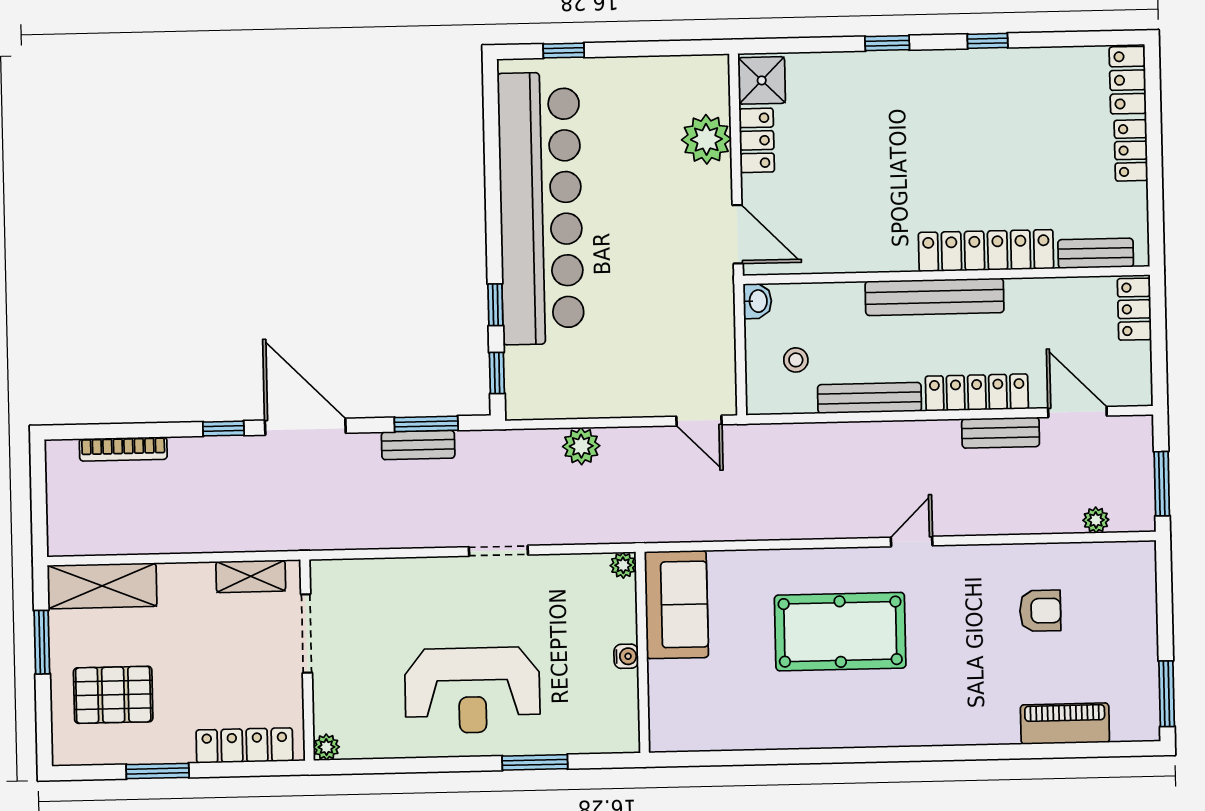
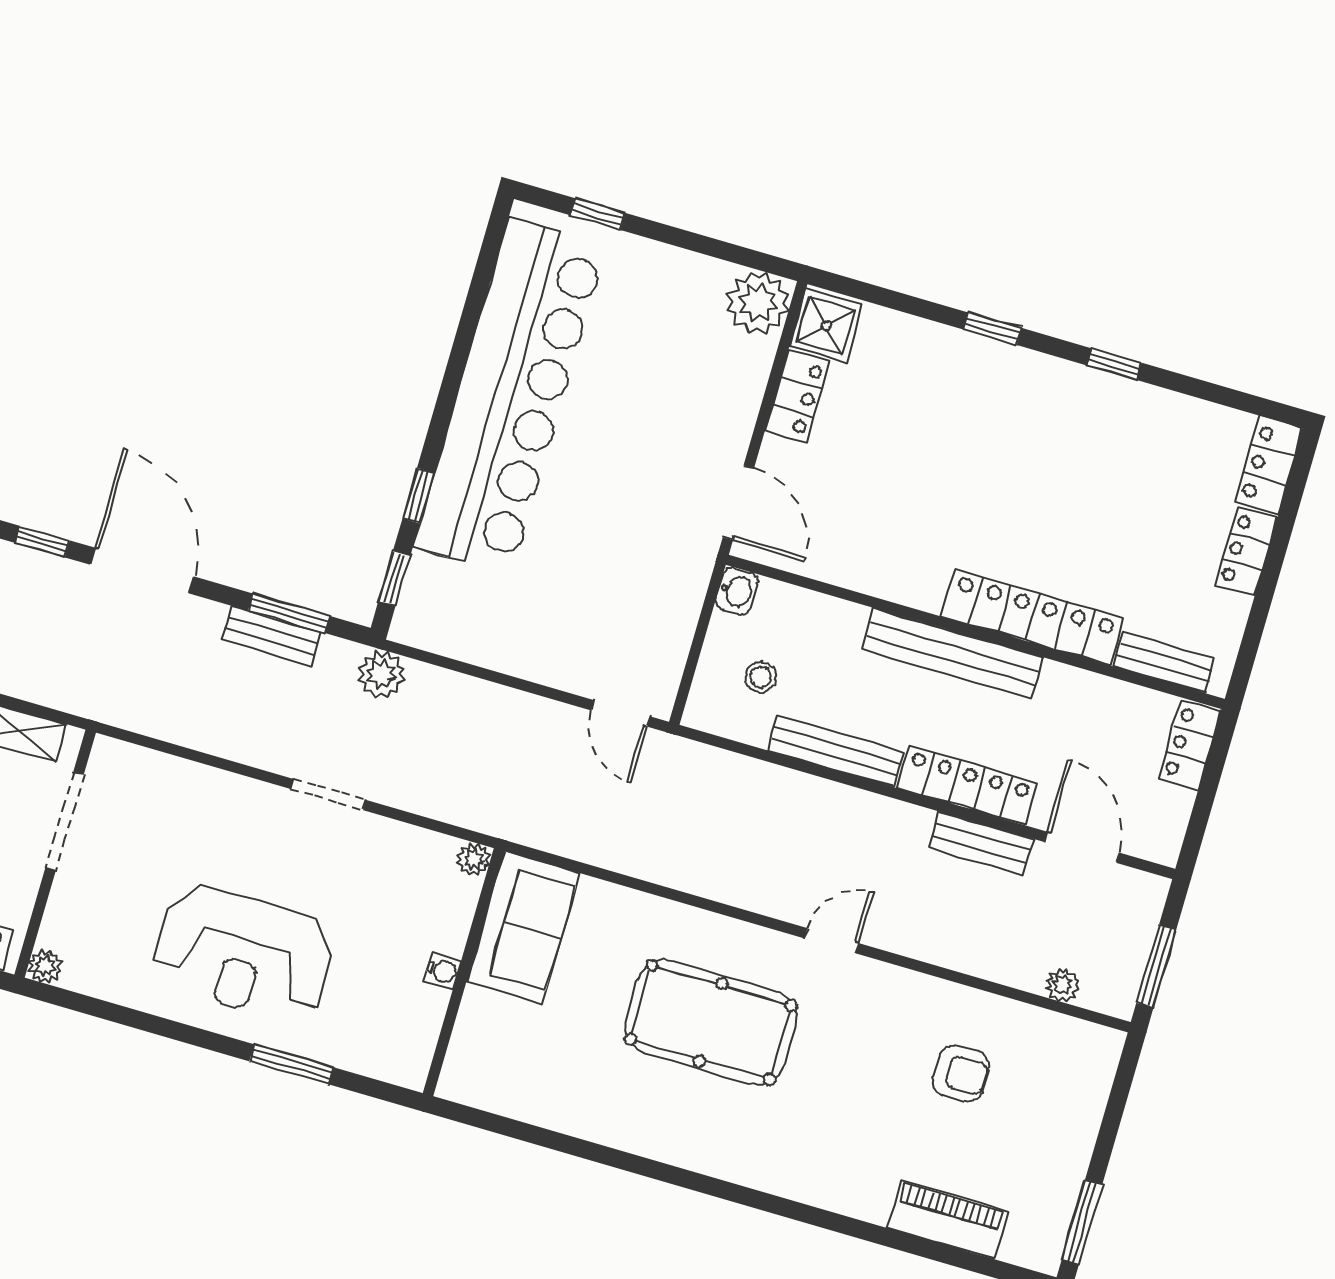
plant: (706, 139) -> (758, 303), moved
plant: (581, 446) -> (381, 674), moved

